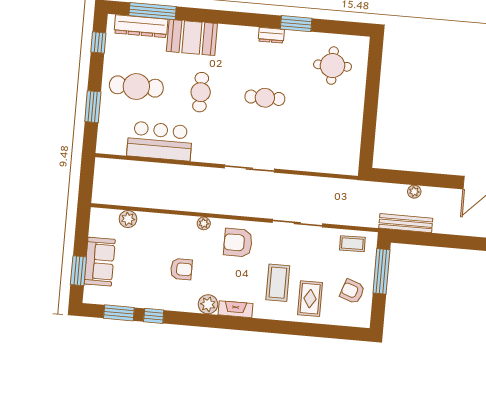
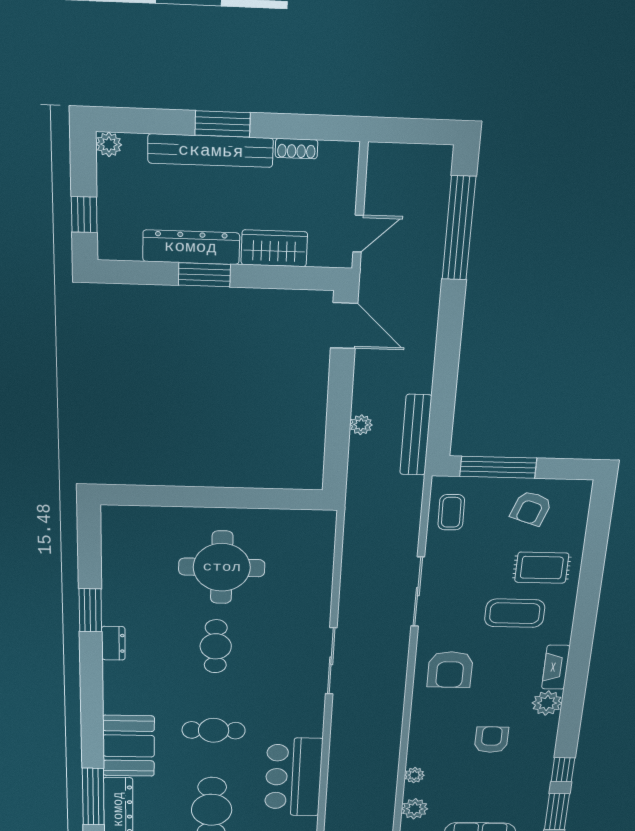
round table: (333, 66) -> (222, 567), moved, width x1.36, depth x1.36
plant: (204, 223) -> (414, 775), moved

